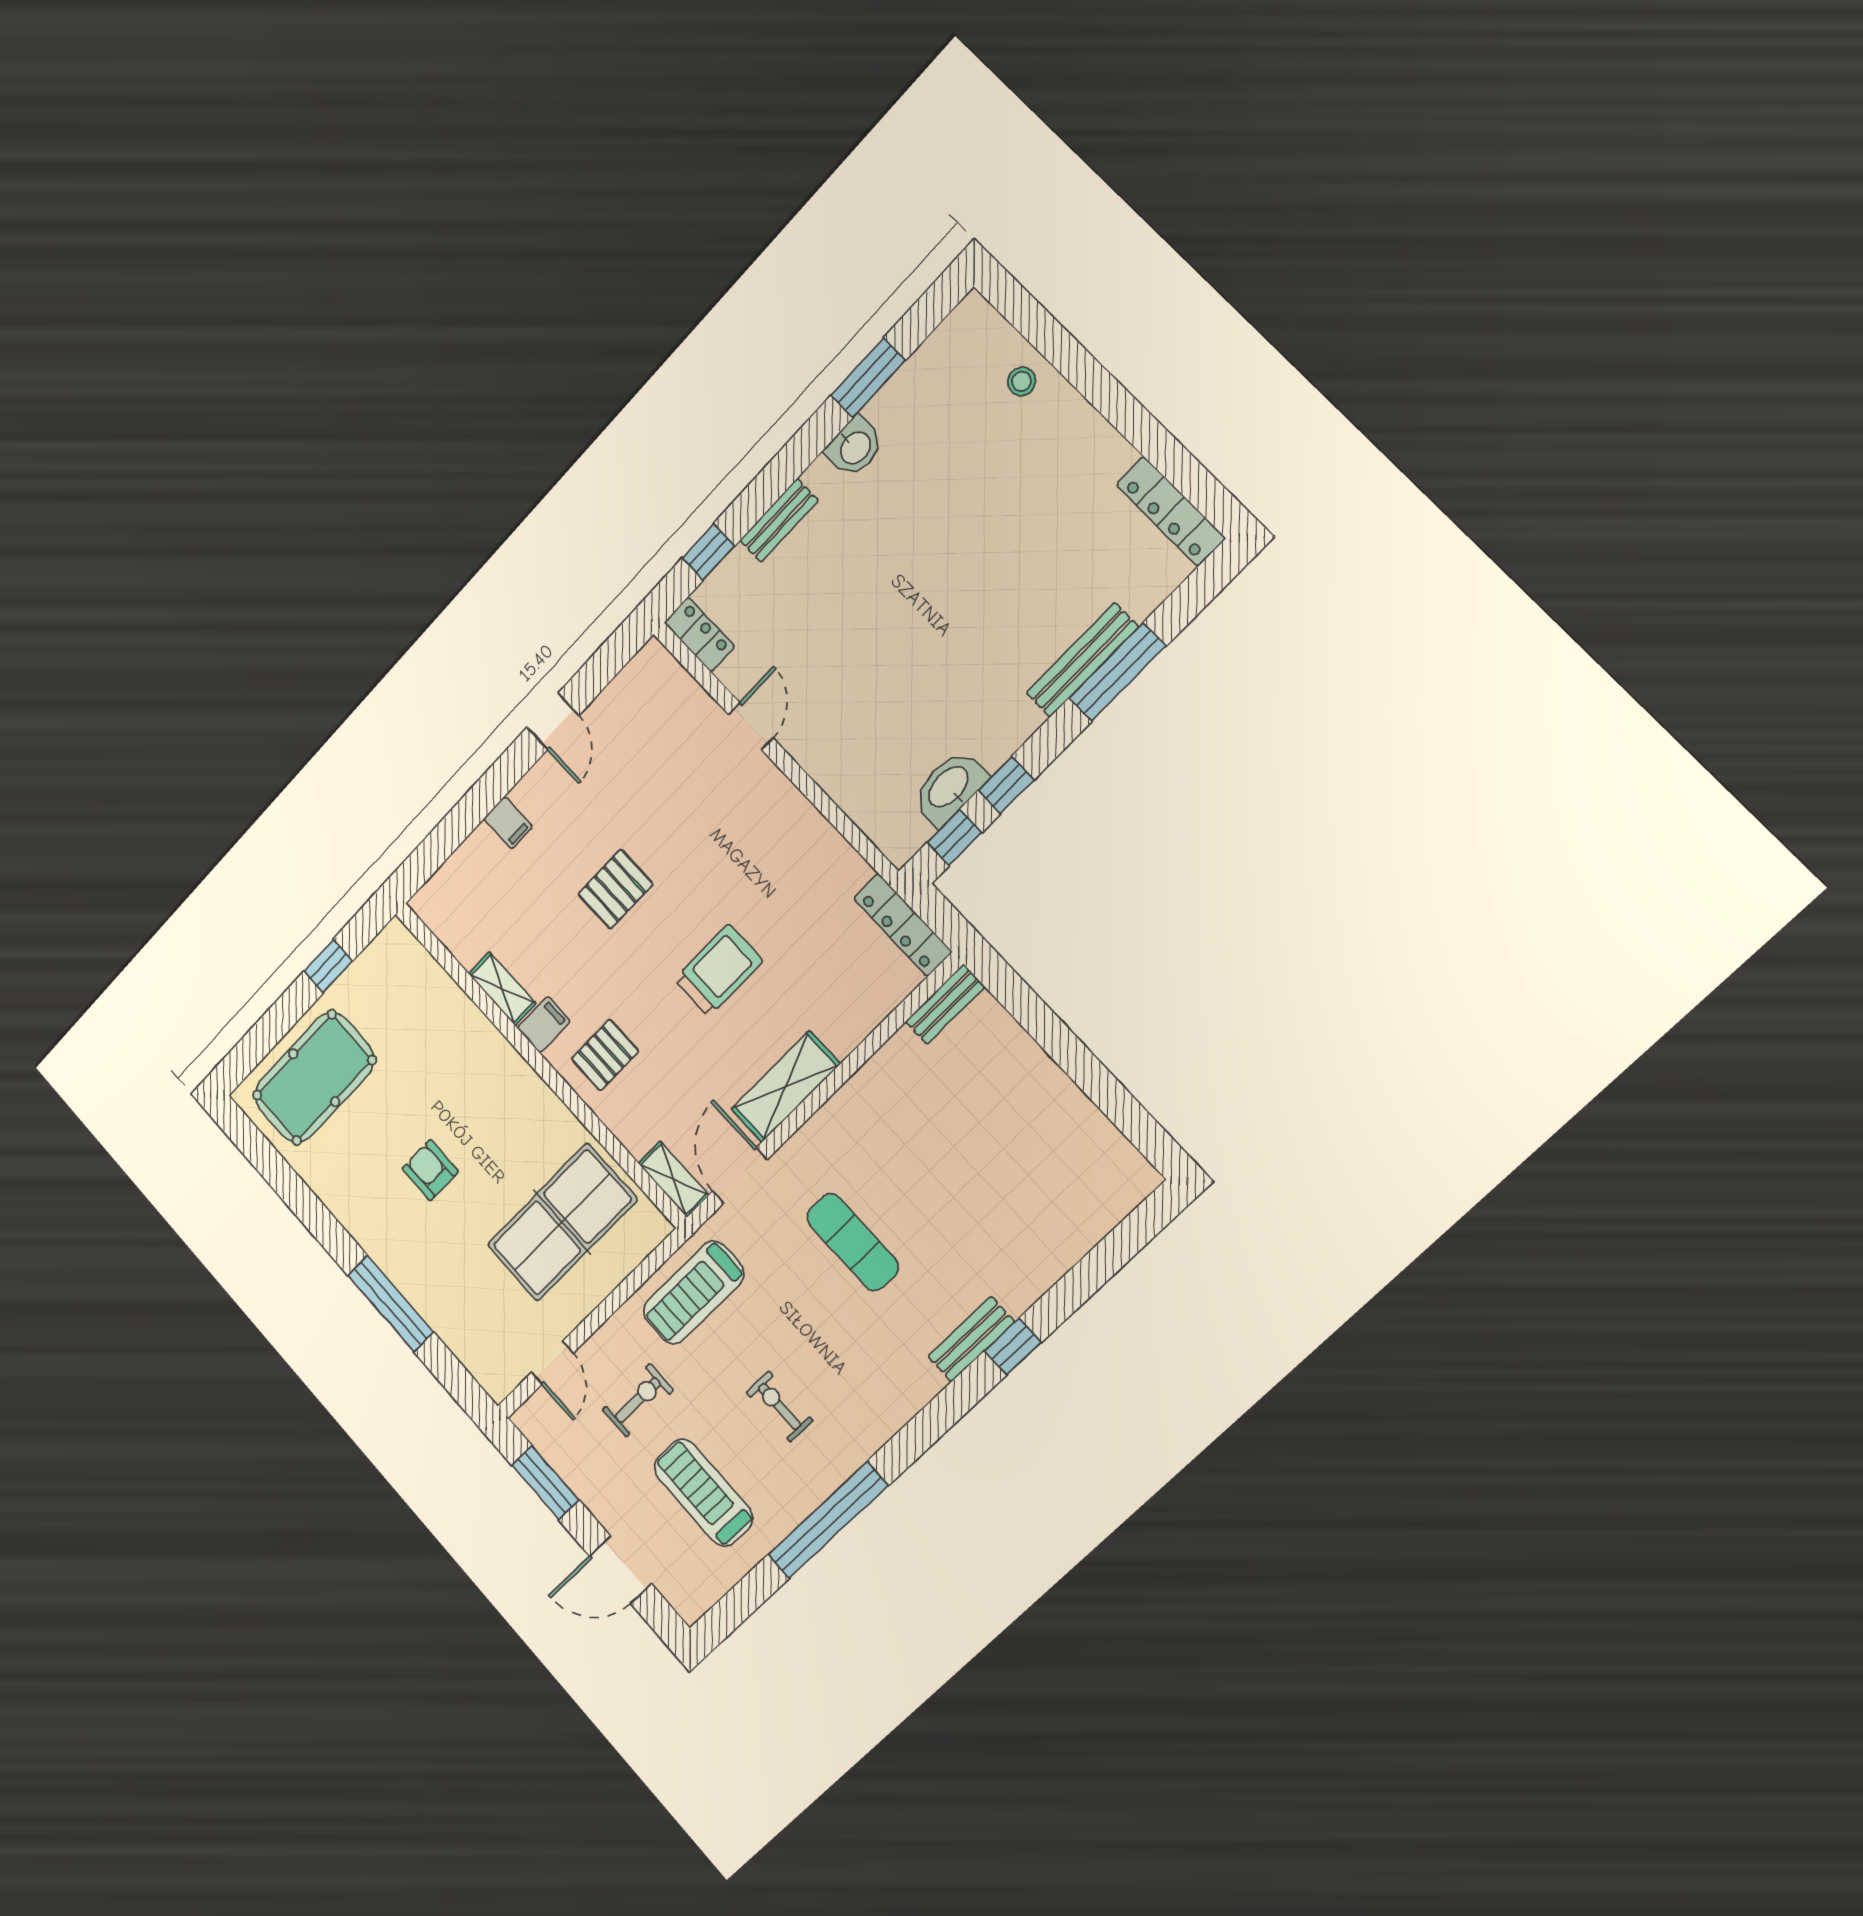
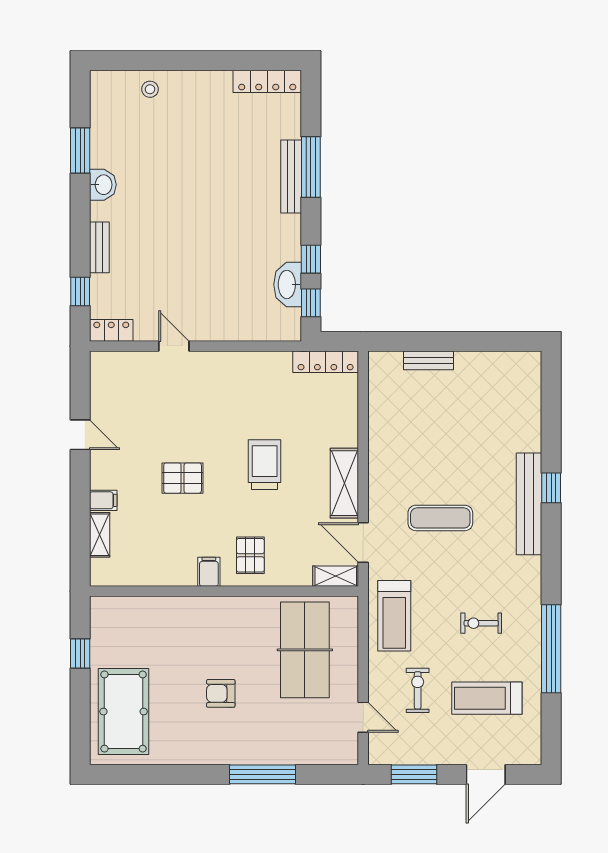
pallet: (616, 889) -> (183, 478), turned 90
shelving: (502, 989) -> (100, 535), moved, turned 90
bench: (945, 1004) -> (428, 360), moved, turned 90
bench: (971, 1339) -> (529, 504), width x1.86, depth x1.21

